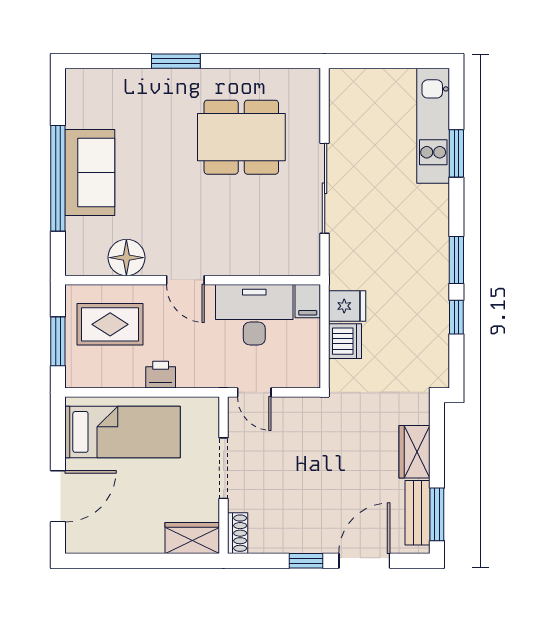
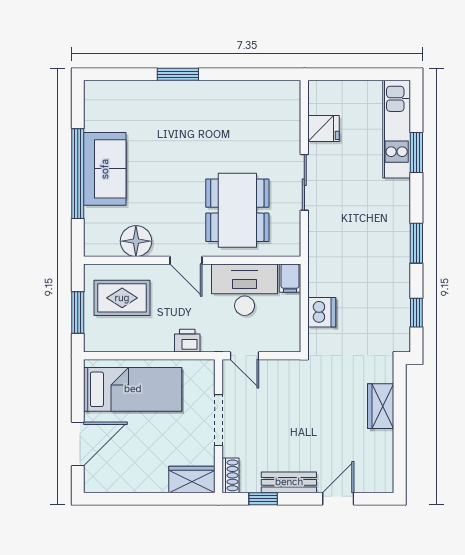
dining table: (241, 137) -> (237, 210), moved, turned 90
sliding door: (325, 188) -> (304, 182), width x0.73
fridge: (347, 306) -> (323, 129), moved
window: (456, 317) -> (416, 313), moved
printer: (161, 375) -> (187, 341), moved
bench: (417, 513) -> (289, 482), moved, turned 90
window: (437, 514) -> (400, 459), removed
window: (306, 561) -> (263, 499), moved
door: (364, 561) -> (338, 499), width x0.73

